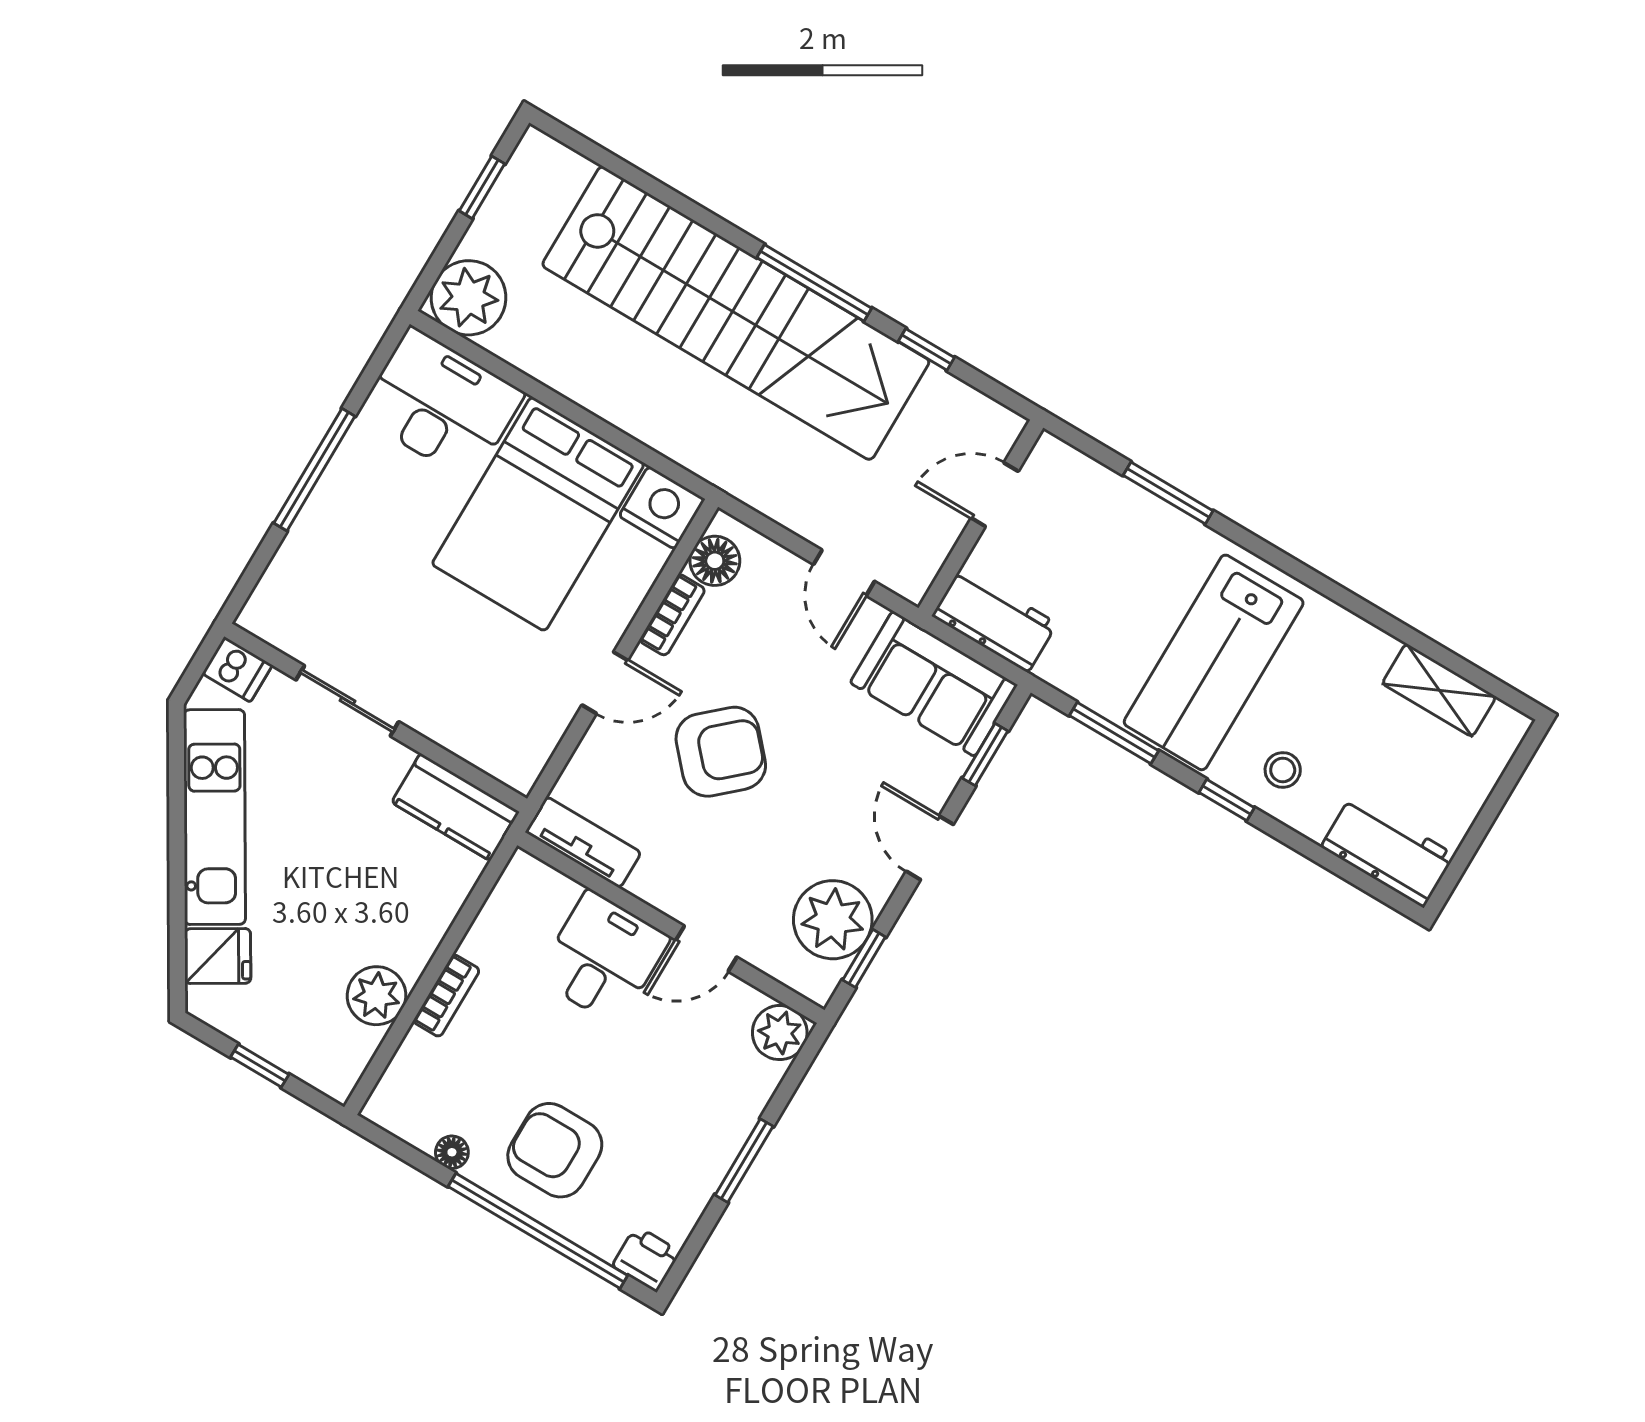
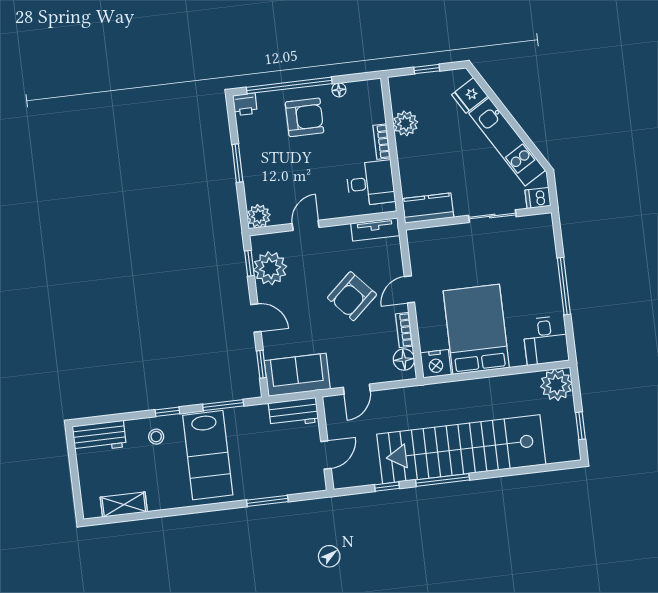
desk: (441, 404) -> (546, 340), width x0.73
door: (844, 573) -> (357, 389), swing flipped
lab bench: (1214, 662) -> (208, 455), turned 180
desk: (603, 958) -> (371, 183), moved, turned -90

